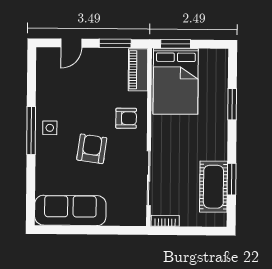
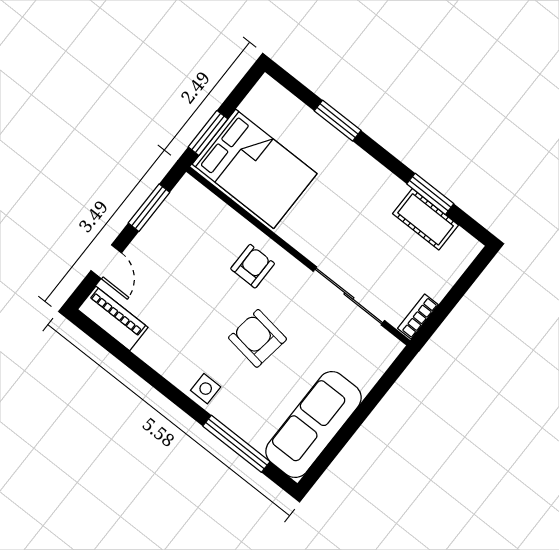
piano: (138, 70) -> (113, 318), moved, turned 180
side table: (50, 128) -> (206, 389), moved
window: (31, 130) -> (236, 444), moved
cot: (213, 187) -> (426, 219), width x0.73, depth x0.75

